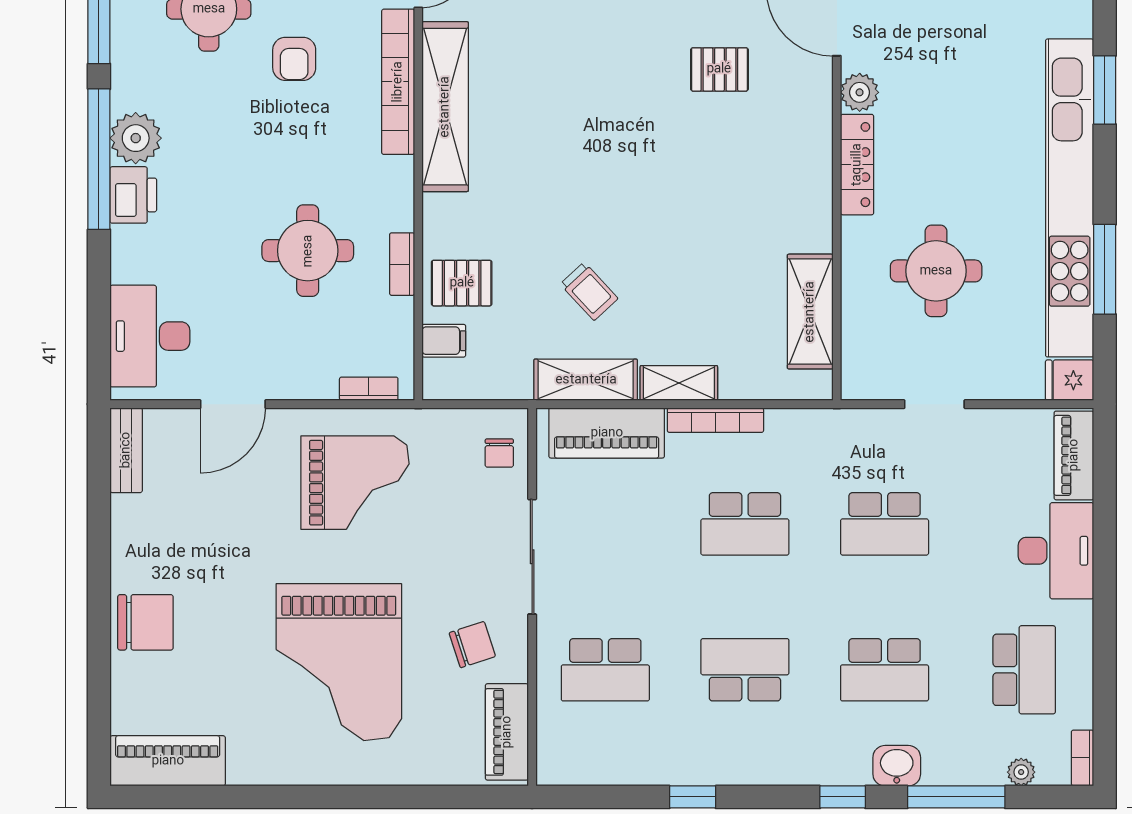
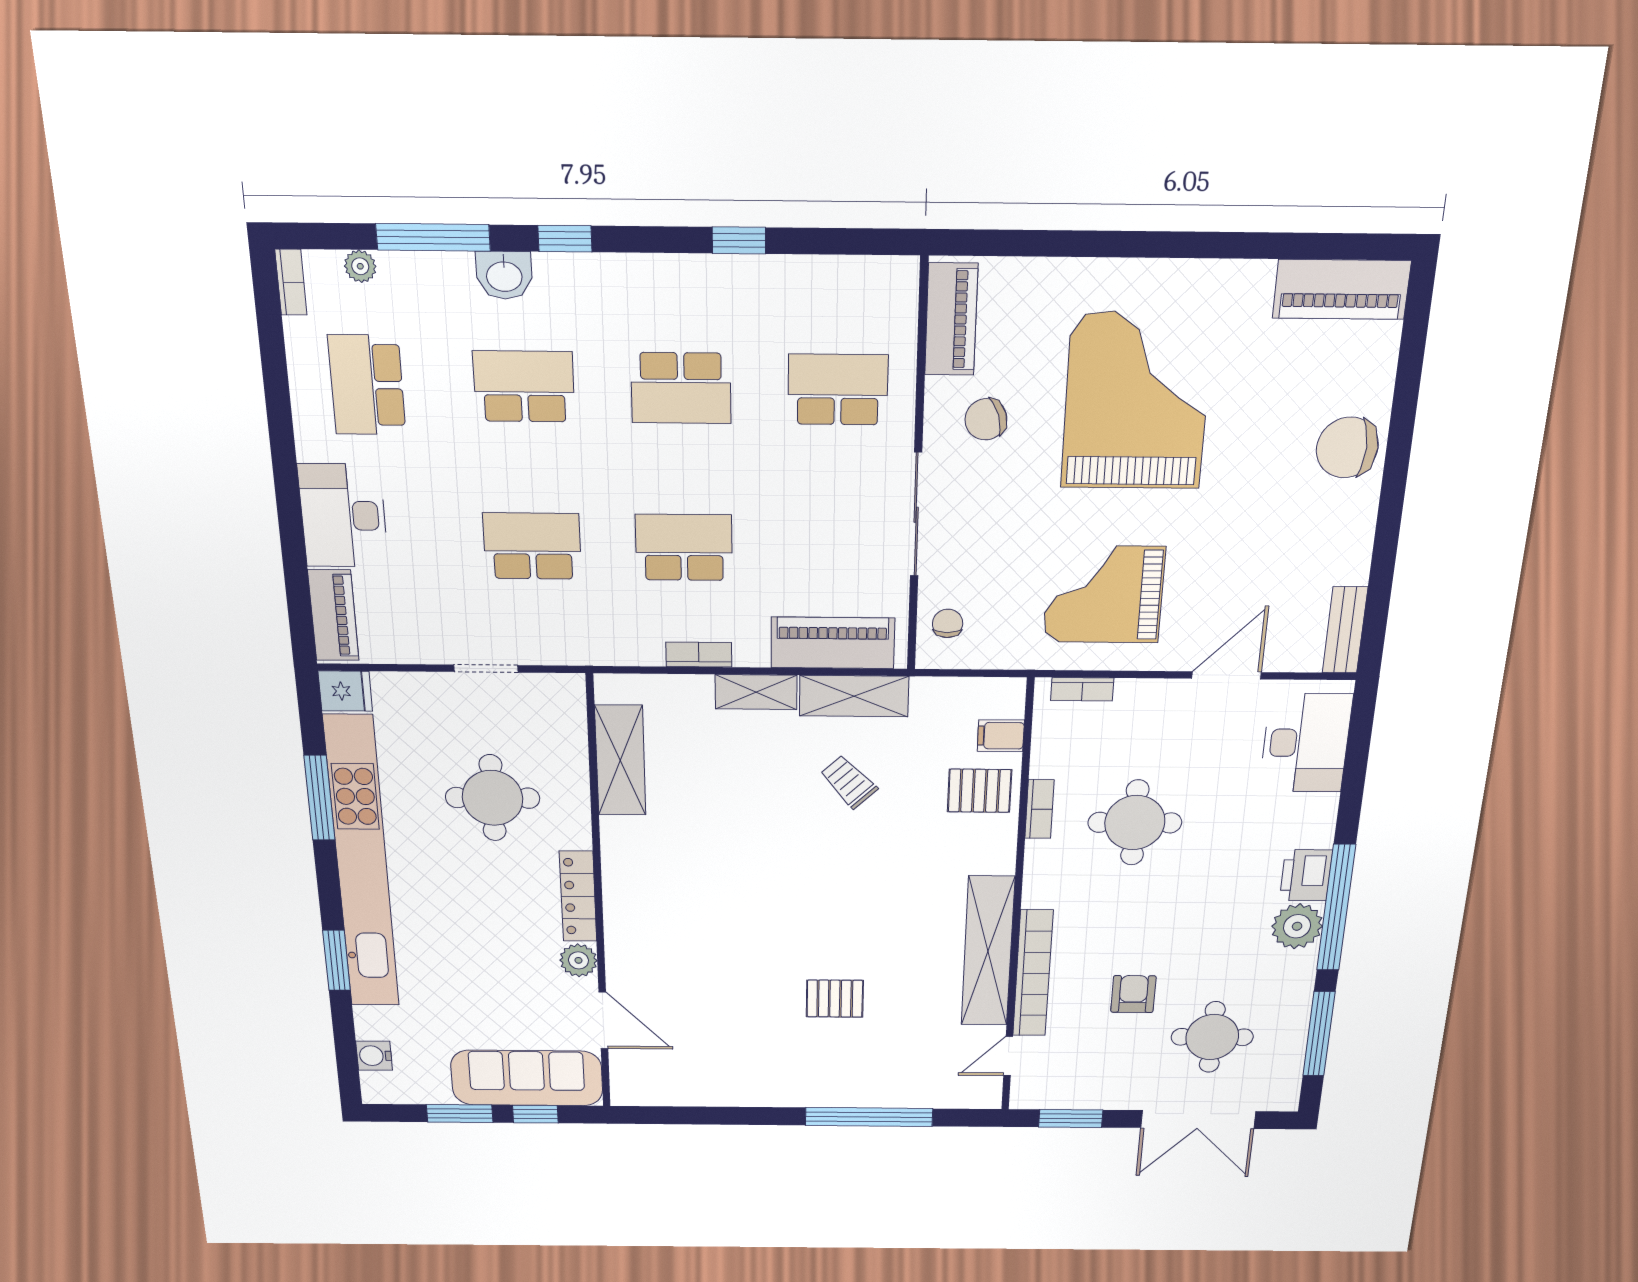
pallet: (719, 69) -> (835, 999), moved
bookcase: (715, 420) -> (699, 655), width x0.64

